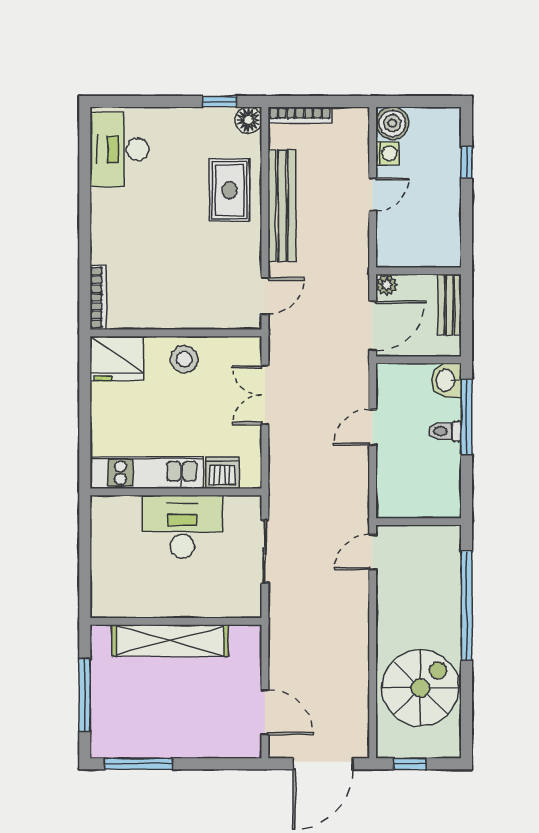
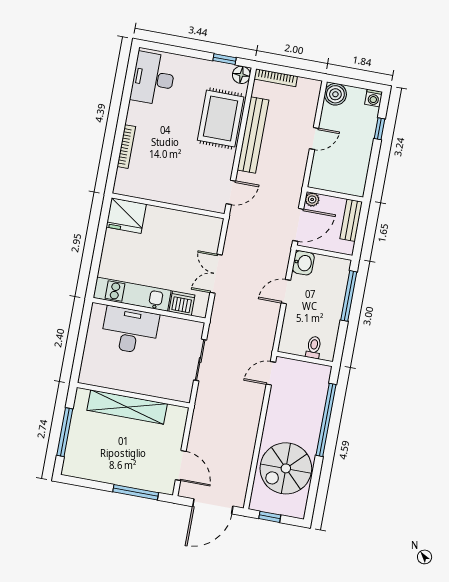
washing machine: (388, 153) -> (374, 98), moved, turned 90
rug: (230, 190) -> (221, 119), width x1.36, depth x1.43
bookcase: (98, 297) -> (126, 147), moved
stool: (184, 359) -> (170, 224), removed
washbasin: (446, 380) -> (303, 263), moved, turned 180
double door: (265, 395) -> (216, 274), moved
toilet: (445, 431) -> (314, 347), moved, turned 90
desk: (182, 527) -> (130, 330), moved
spiral stairs: (420, 688) -> (286, 468), turned 180
window: (138, 764) -> (136, 492), moved

